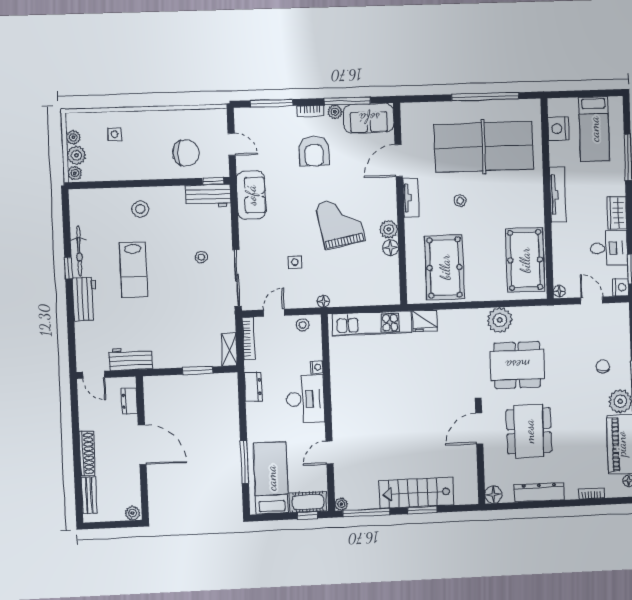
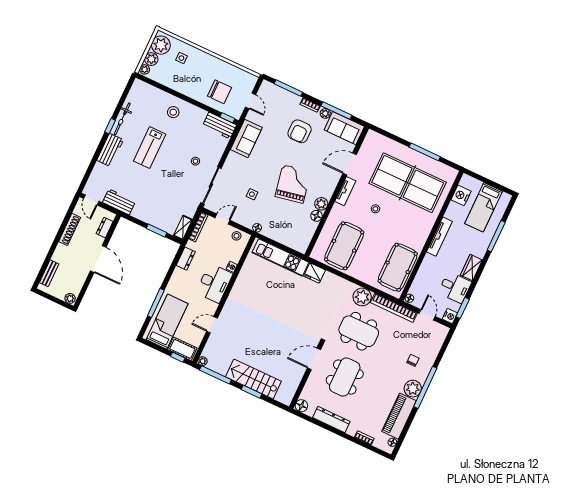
window: (485, 97) -> (425, 152), width x0.68
plant: (73, 137) -> (161, 45), width x1.88, depth x1.88
bookcase: (546, 313) -> (394, 308), added
shoe rack: (87, 453) -> (70, 229), moved

